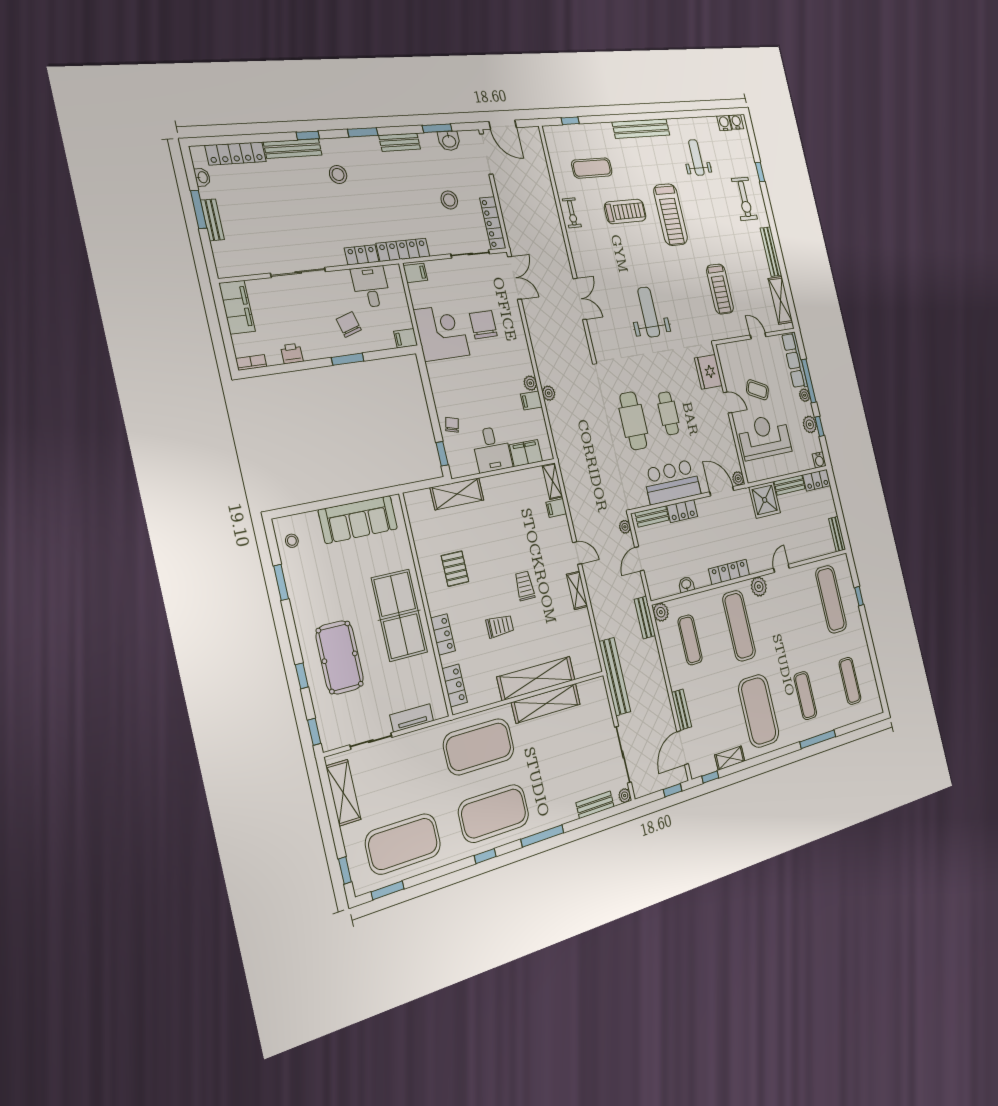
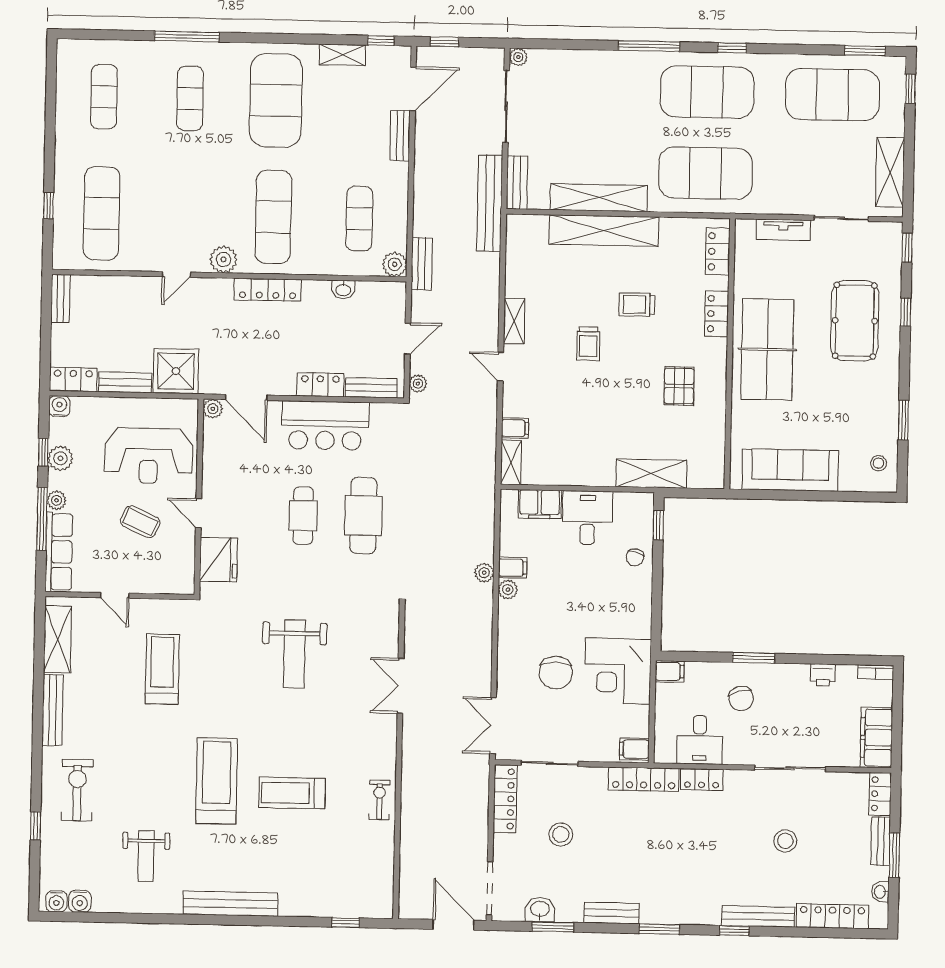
exercise mat: (592, 168) -> (329, 856), removed
stool: (338, 174) -> (785, 841), moved
locker: (223, 260) -> (880, 794), added
bench: (595, 805) -> (517, 183), moved, turned 90

